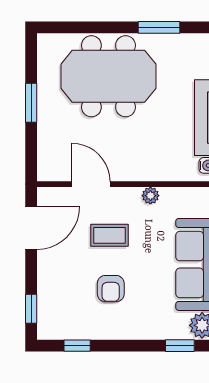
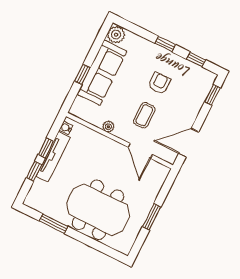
coffee table: (110, 235) -> (144, 115), turned 90
window: (180, 346) -> (165, 44), moved

